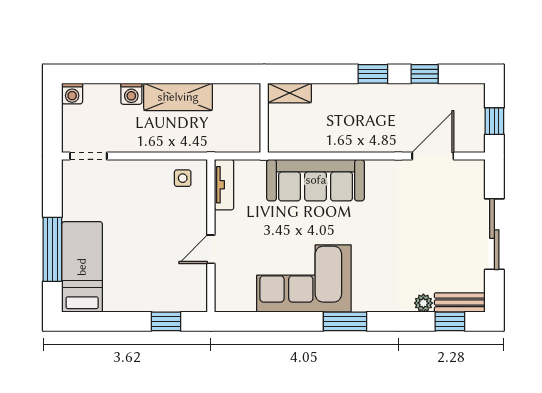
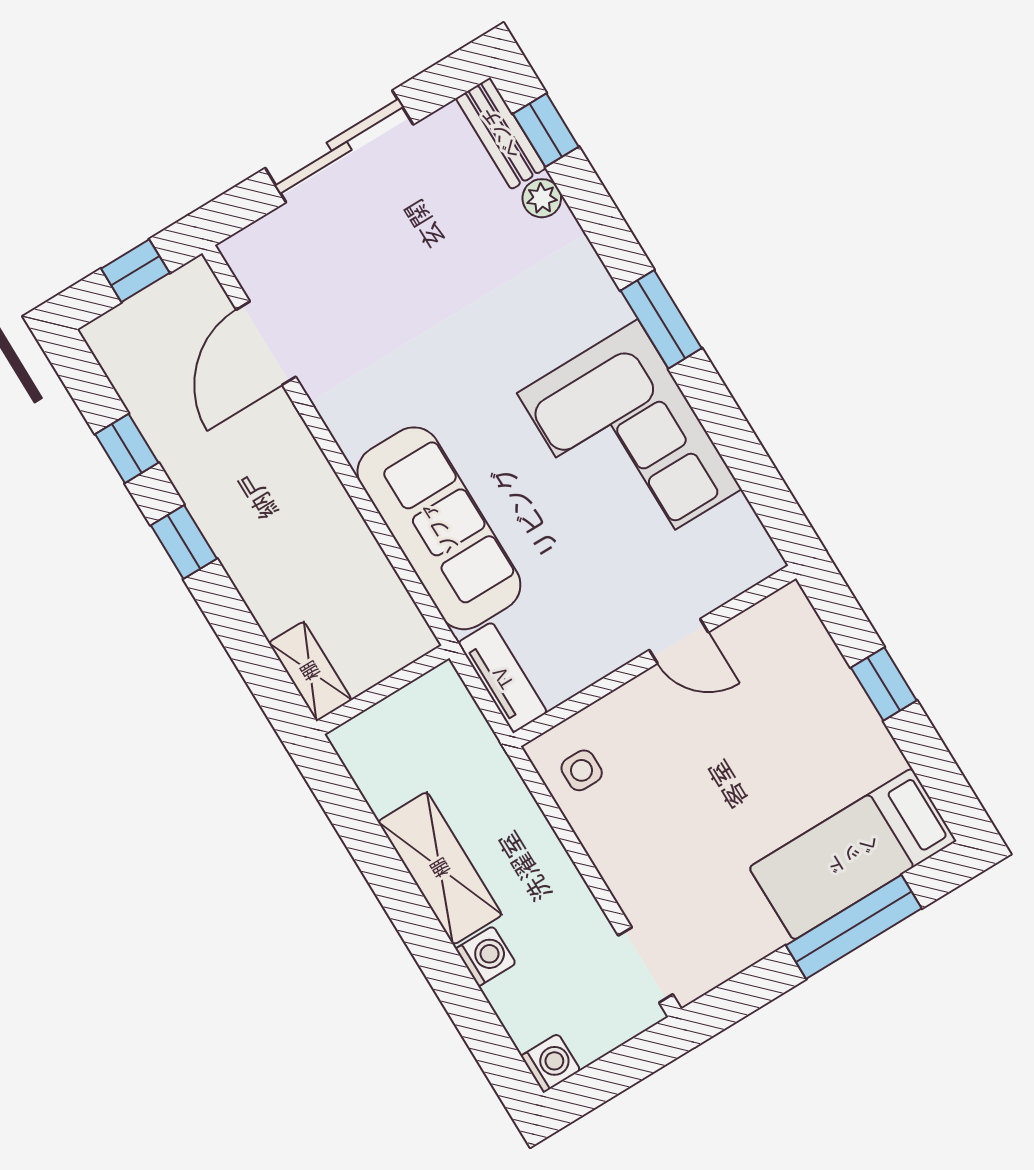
door: (433, 156) -> (266, 343), hinge flipped
tv unit: (224, 185) -> (503, 678), moved, turned 90
window: (166, 321) -> (884, 684), moved

